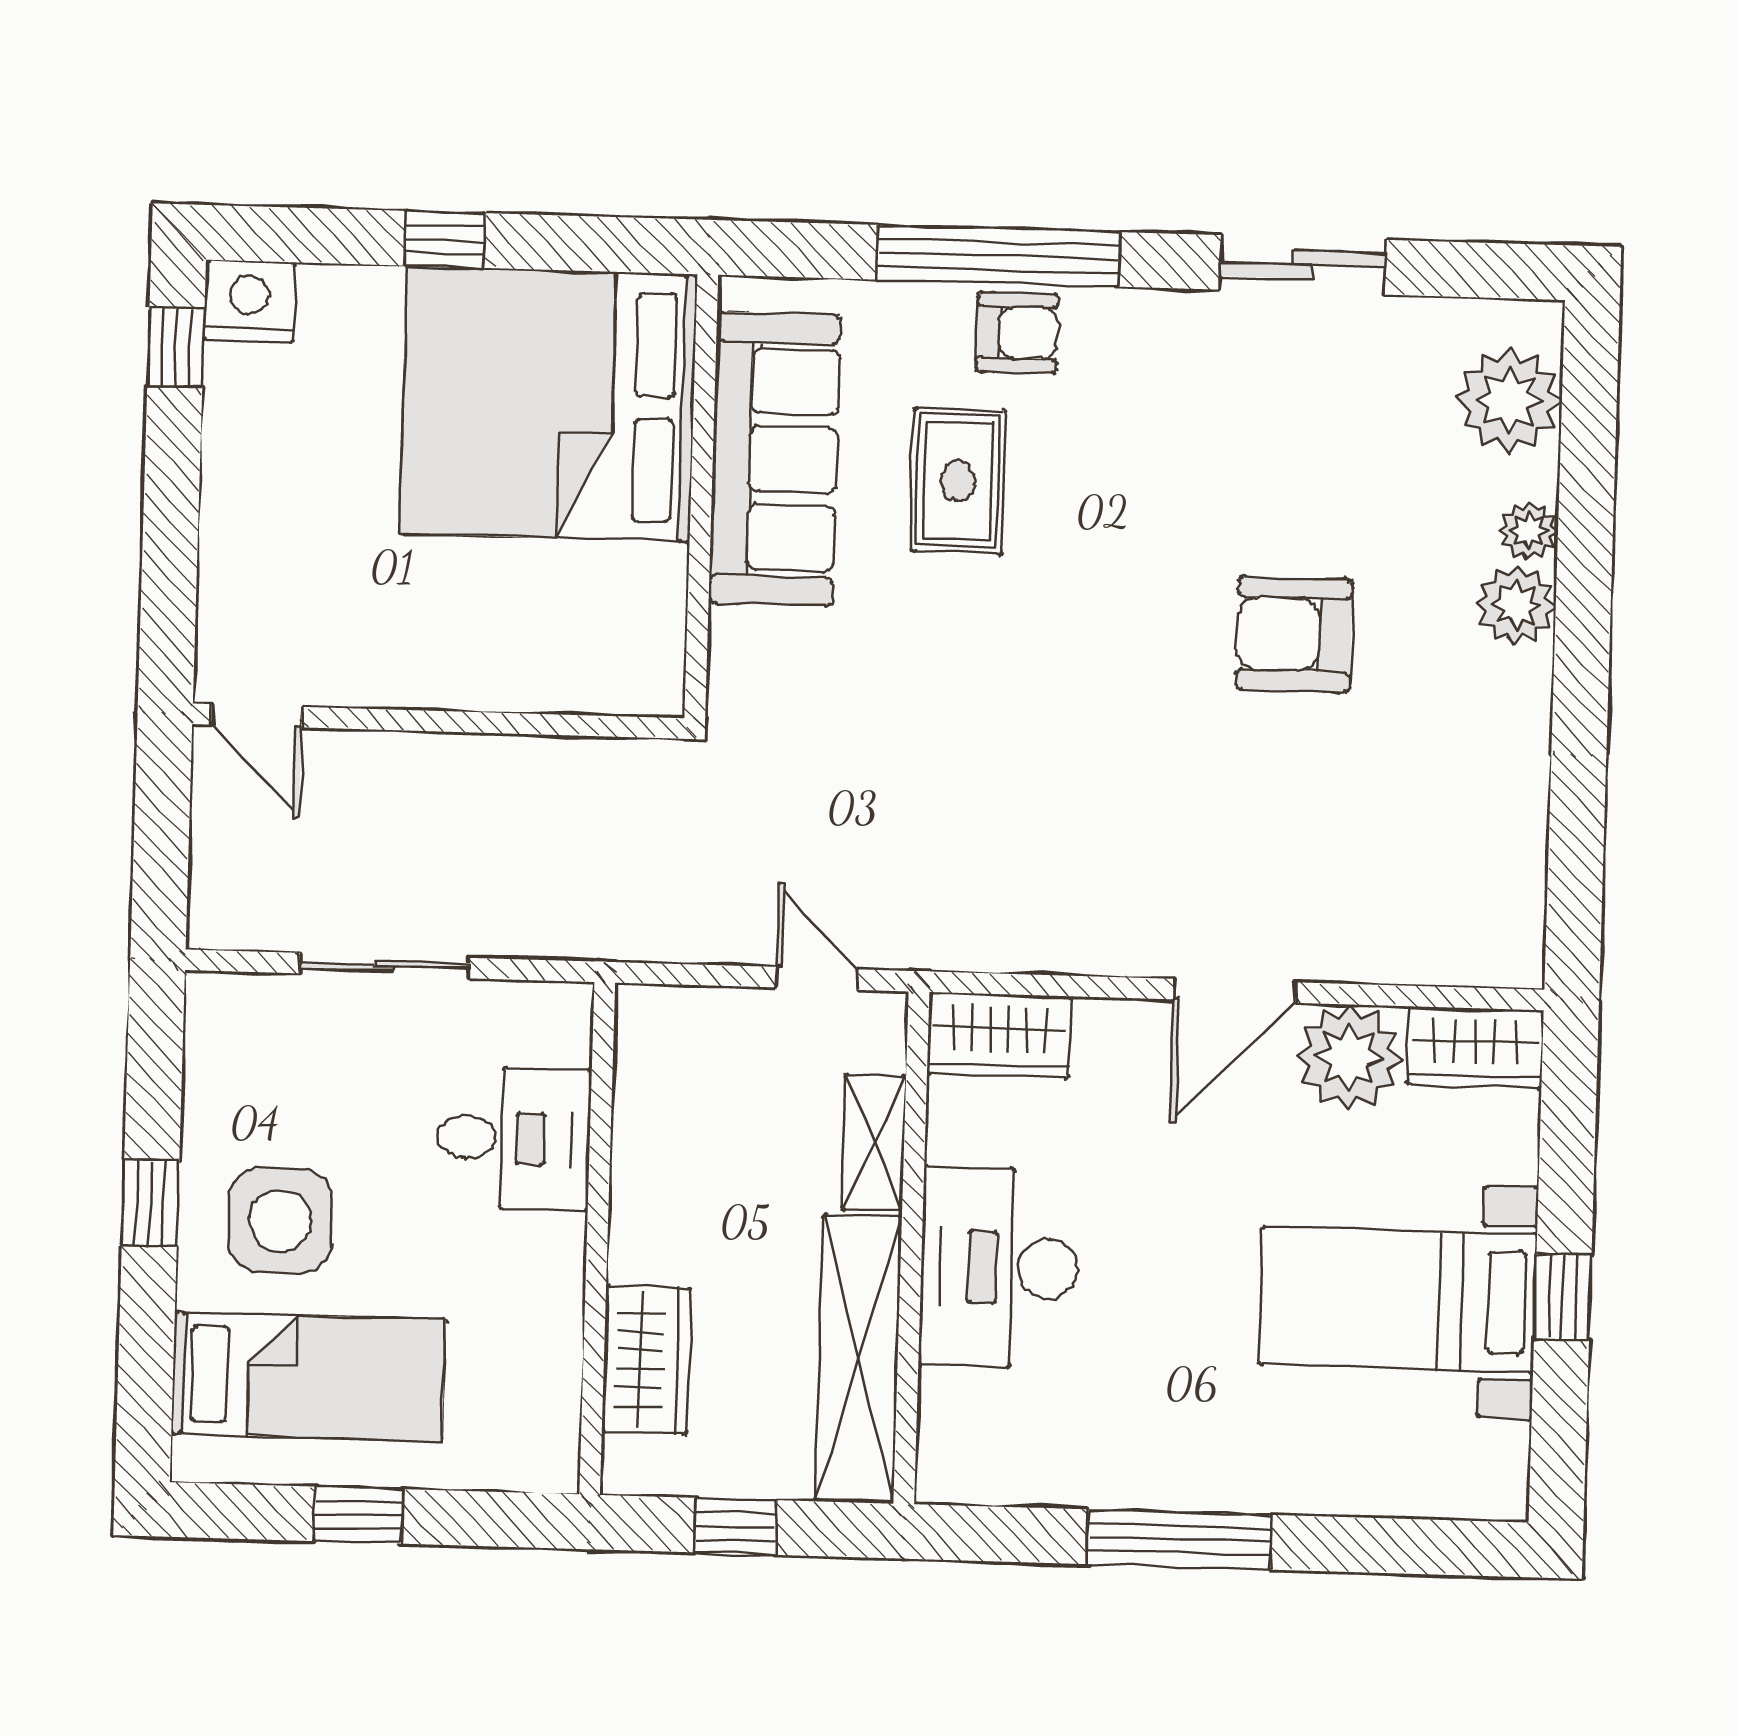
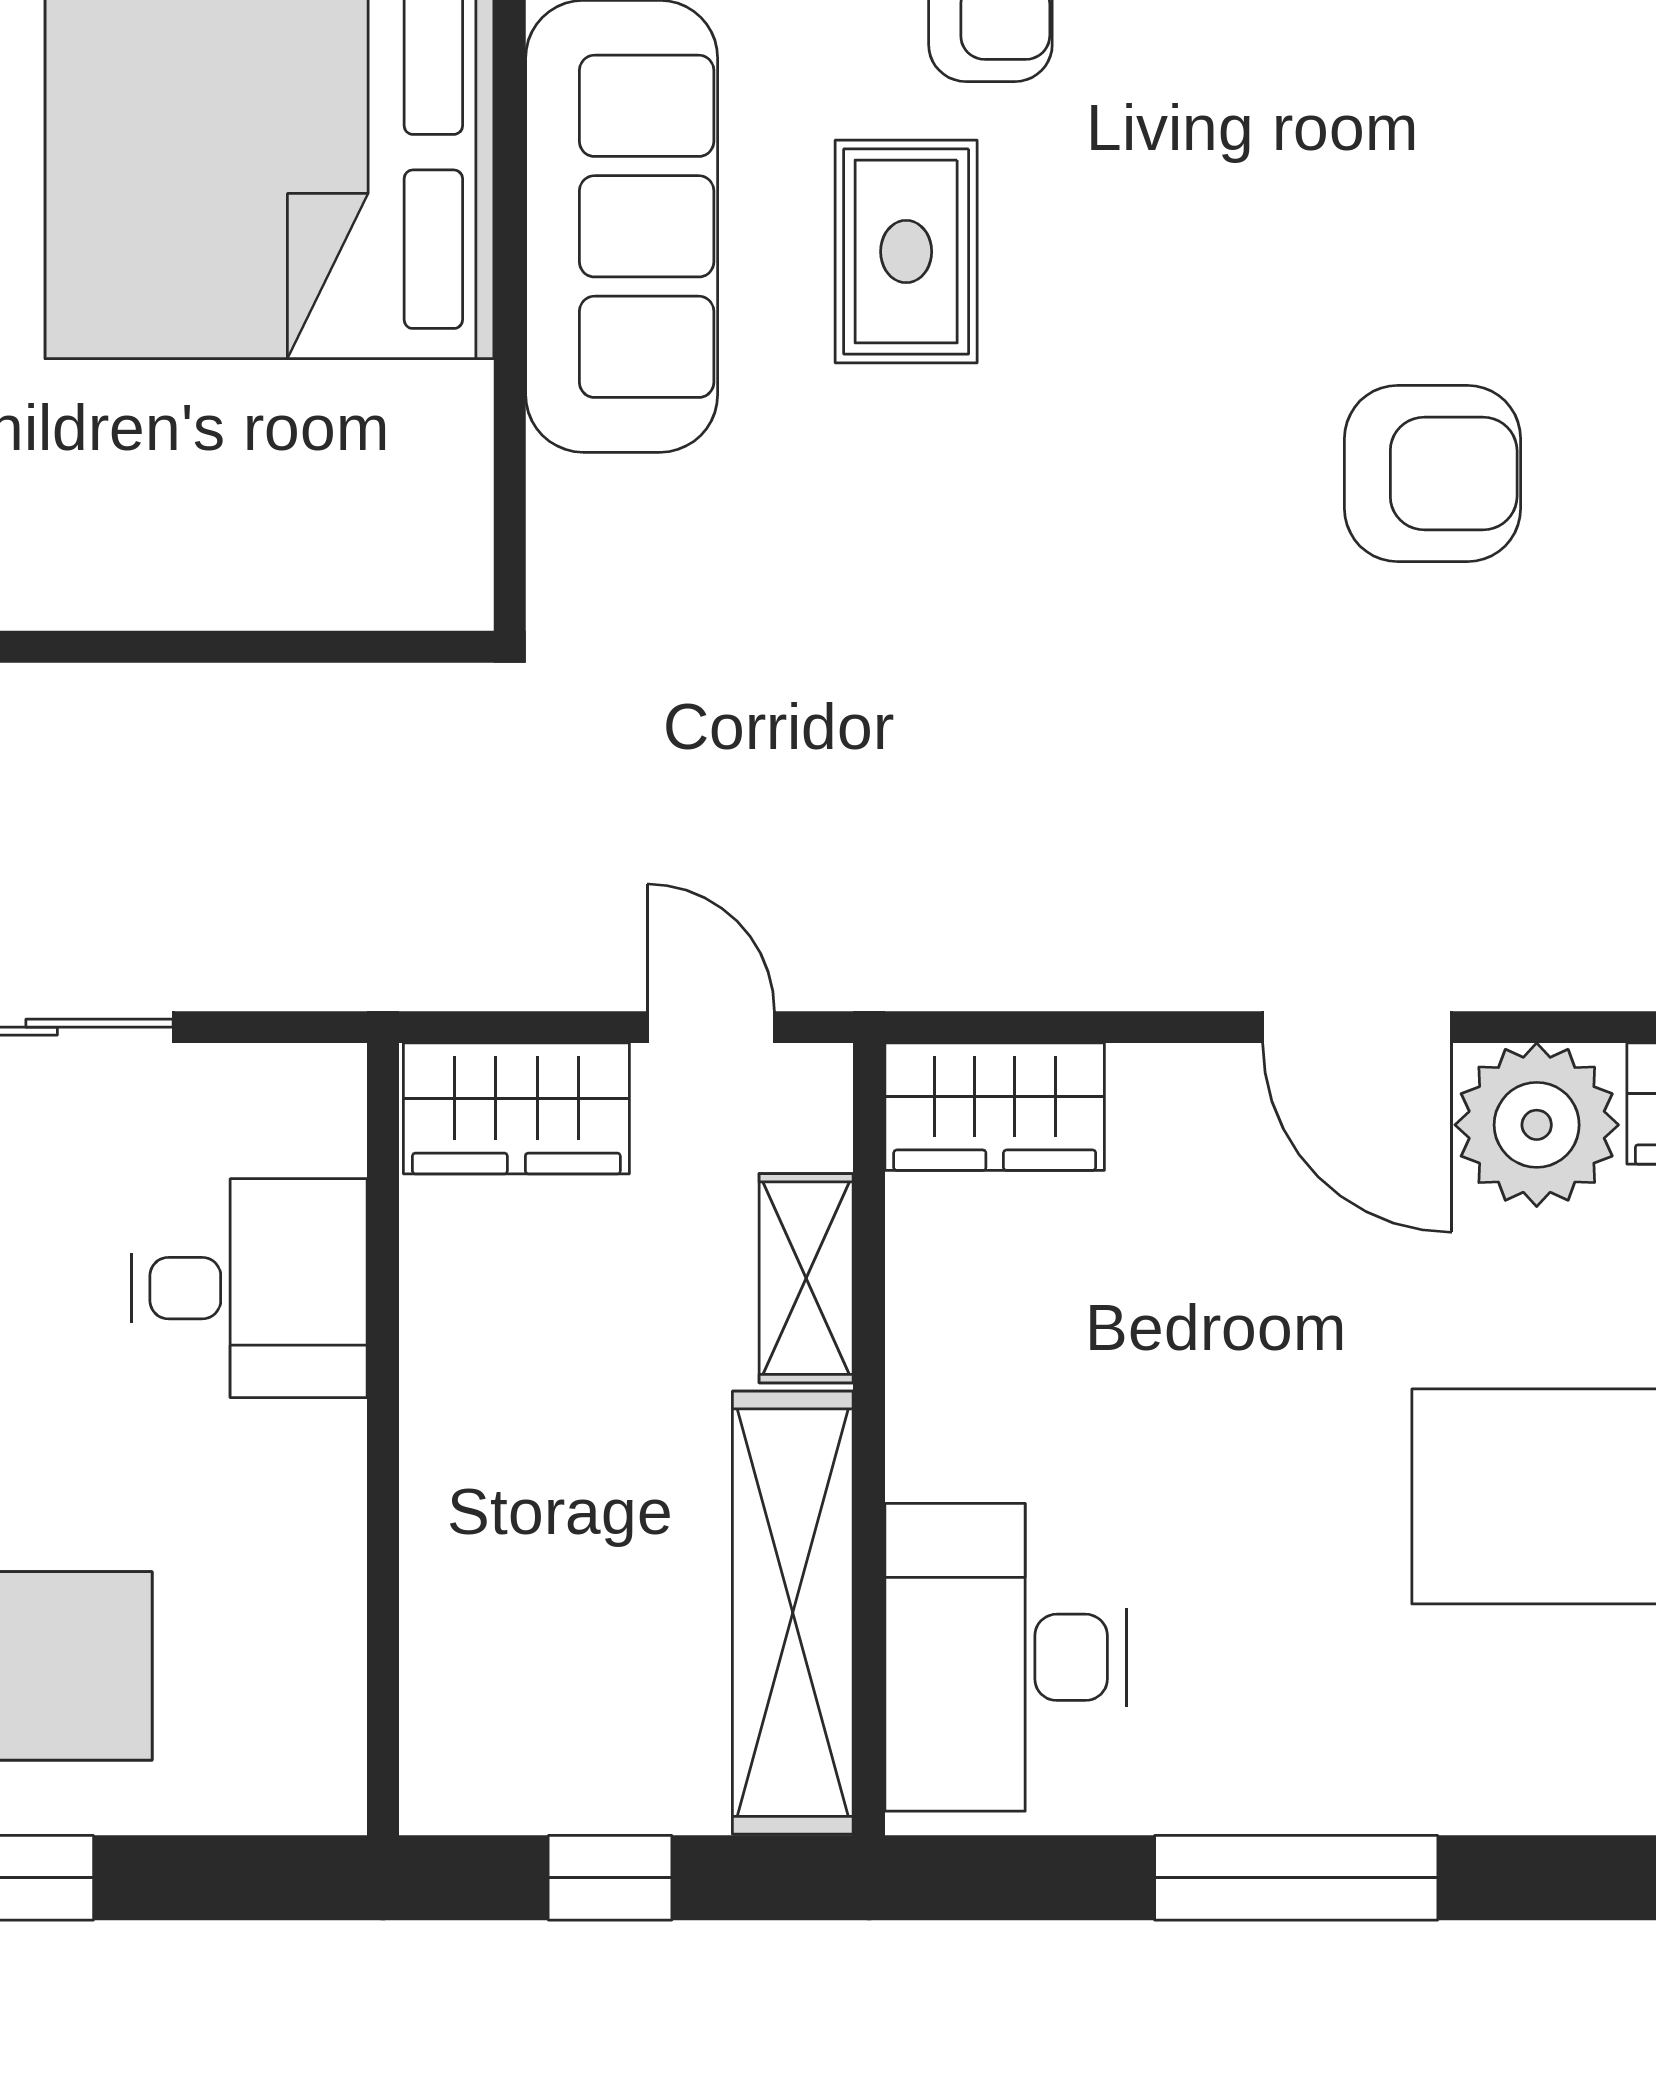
armchair: (1294, 634) -> (1433, 474), turned 180
door: (1235, 991) -> (1357, 1027), hinge flipped
desk: (999, 1267) -> (1006, 1657), moved
wardrobe: (646, 1360) -> (516, 1108), moved, turned 90

